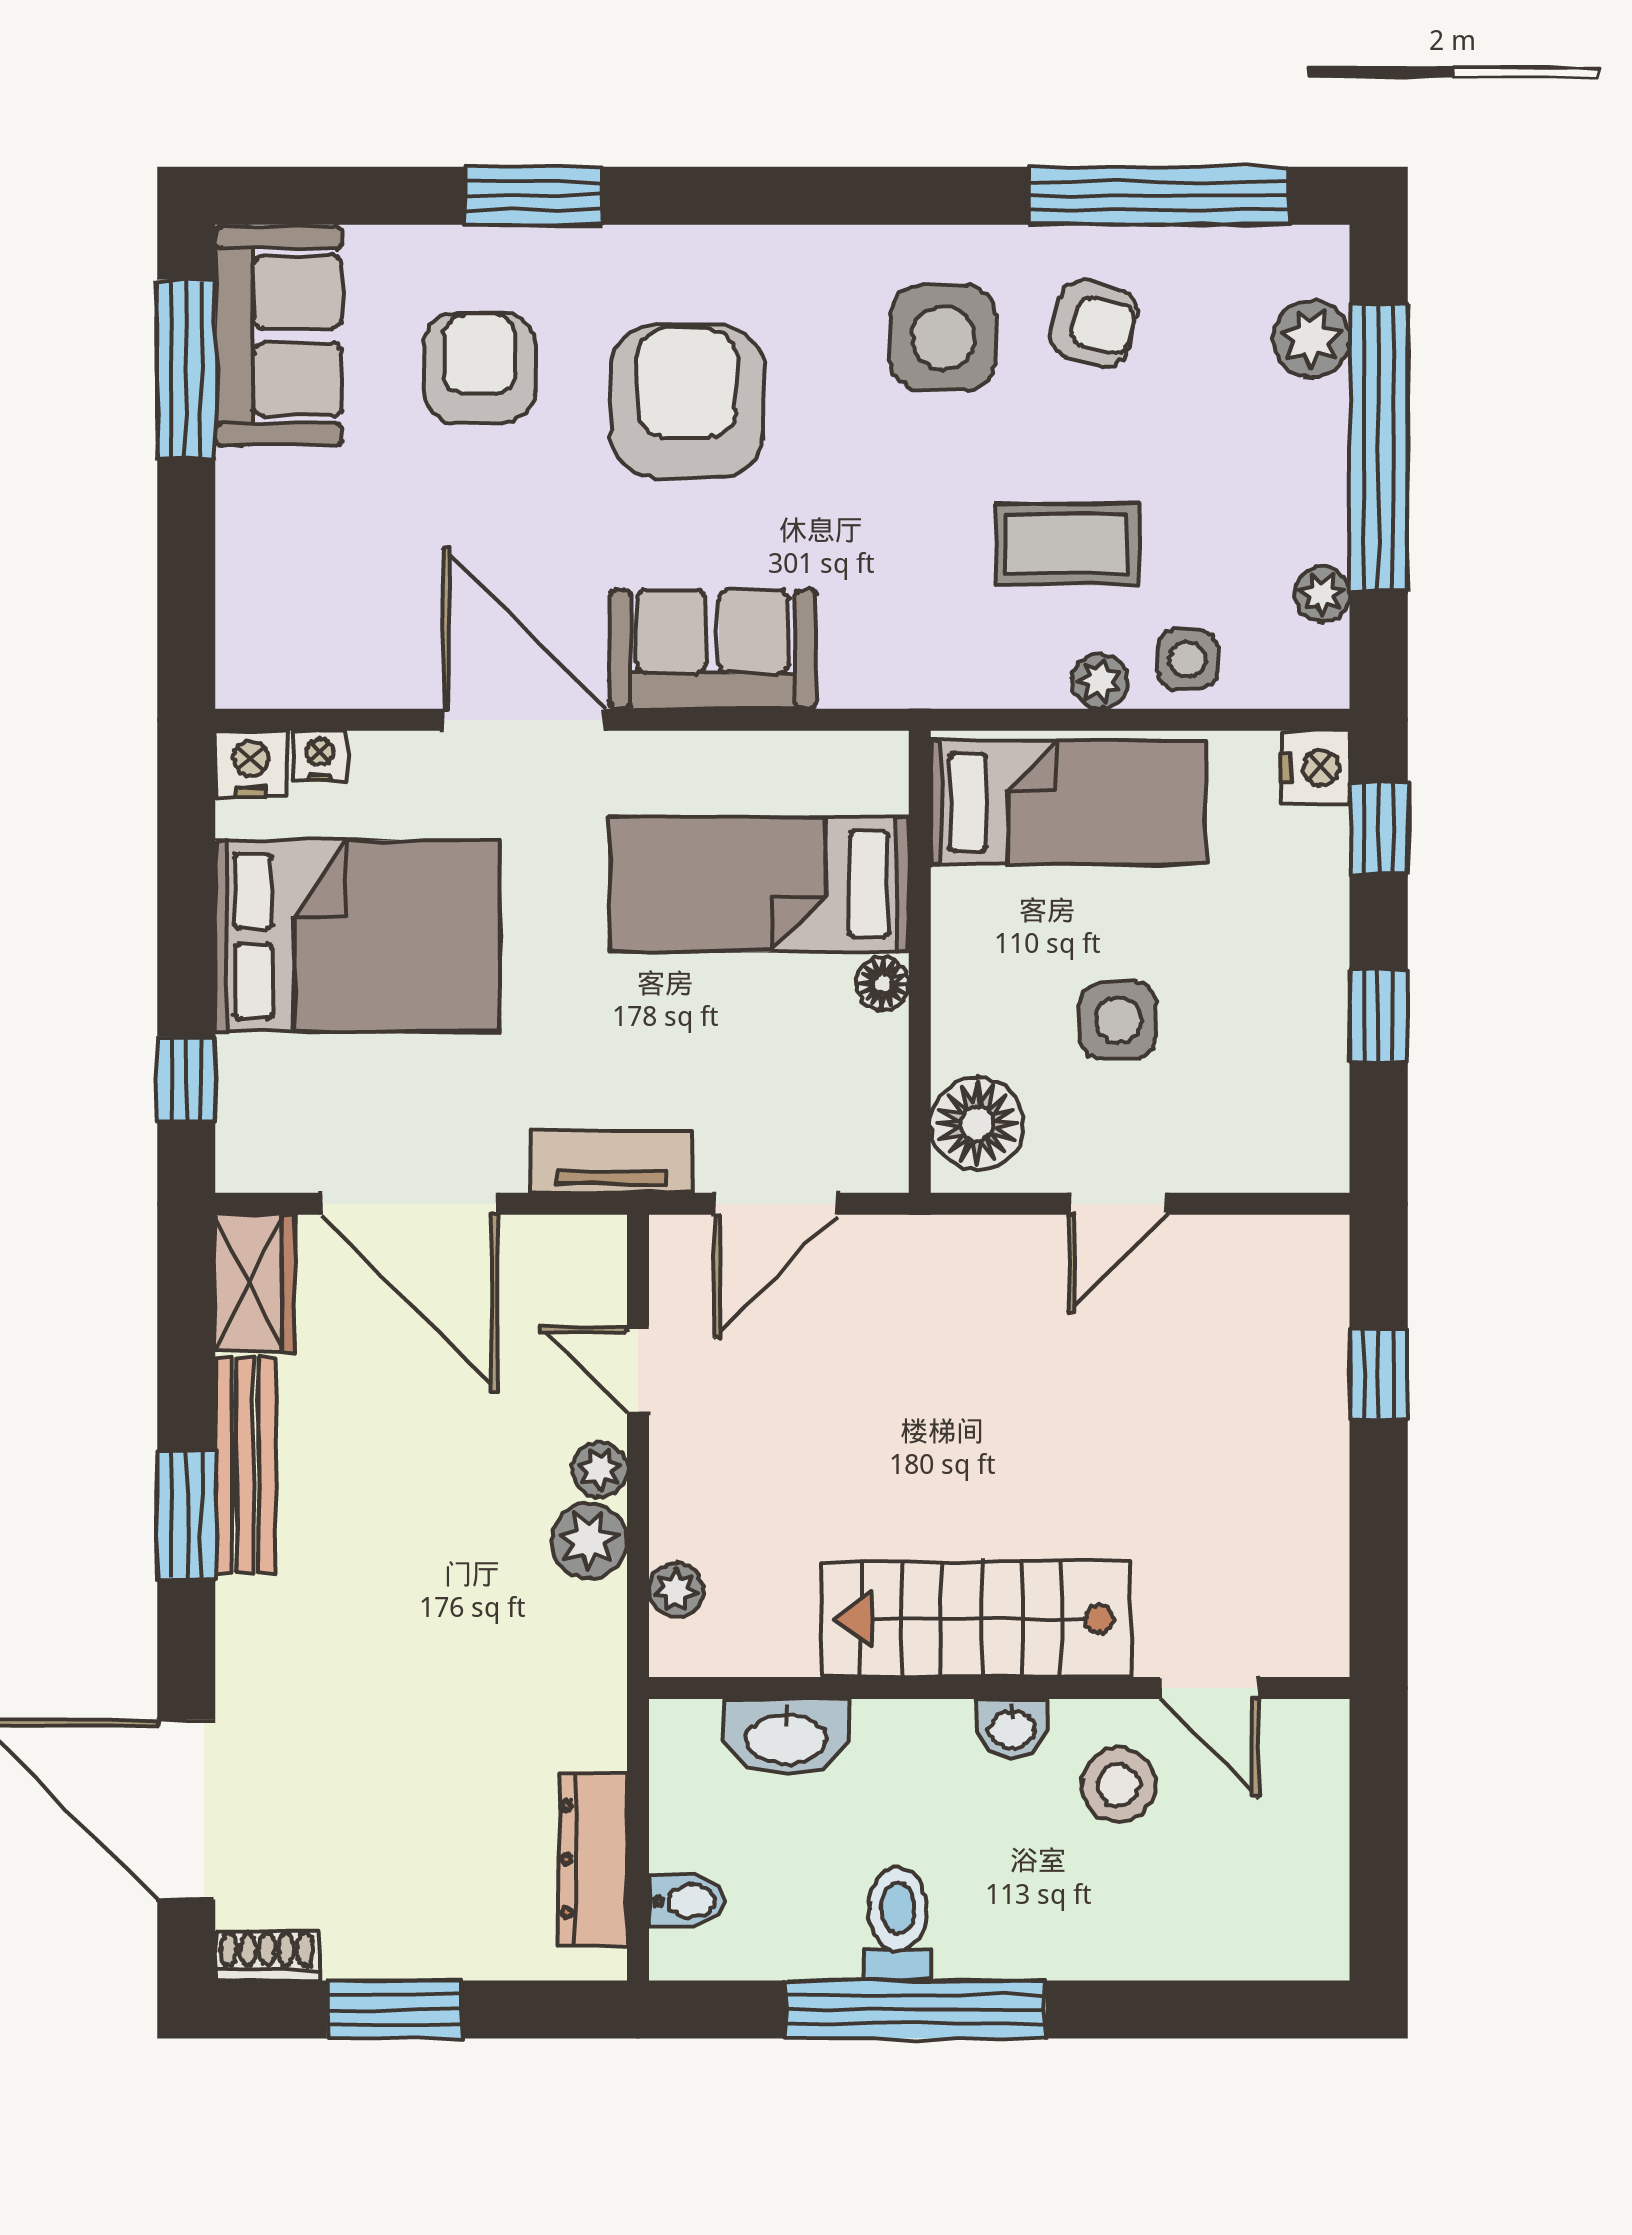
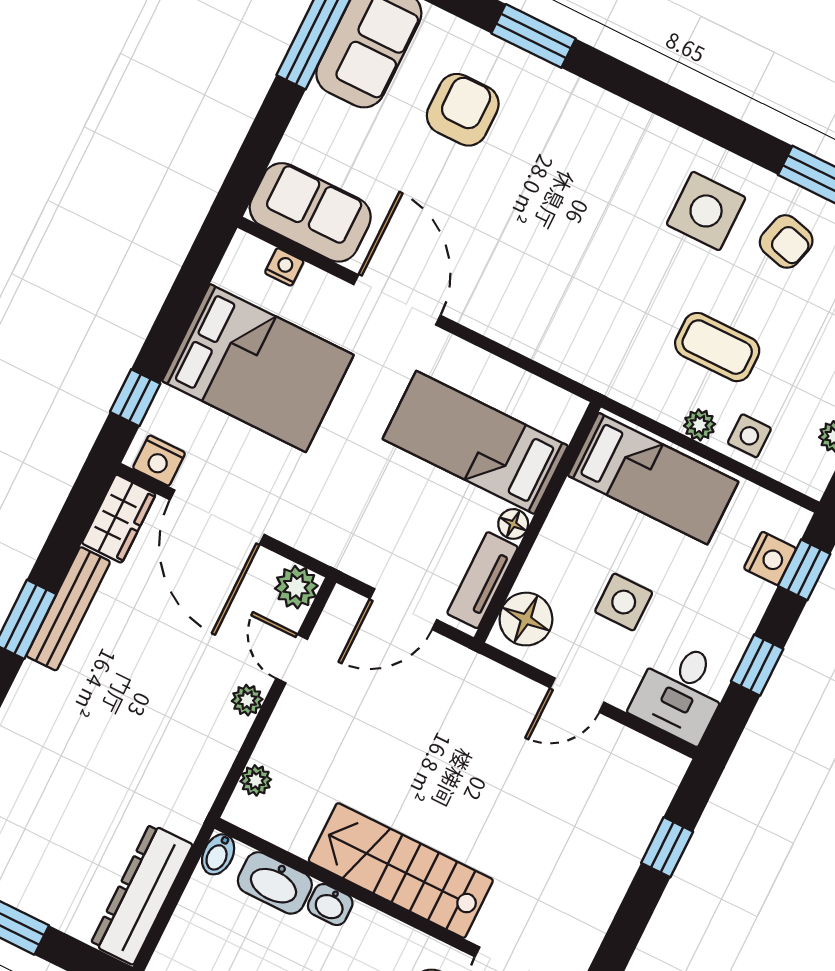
armchair: (687, 401) -> (560, 179), removed
sofa: (713, 649) -> (310, 212), moved
nightstand: (251, 764) -> (159, 461), moved, turned 180
nightstand: (1316, 767) -> (770, 558), moved
desk: (1279, 1117) -> (681, 691), added
tv unit: (611, 1162) -> (482, 580), moved, turned -90
plant: (589, 1541) -> (296, 587), moved
washbasin: (1012, 1728) -> (330, 905), moved
dresser: (593, 1859) -> (142, 894), width x1.37, depth x1.24
bidet: (686, 1901) -> (218, 854), moved, turned 90

